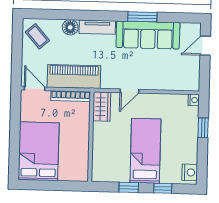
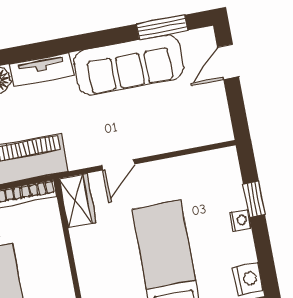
window: (142, 17) -> (162, 27), moved
nightstand: (194, 100) -> (240, 220), moved

